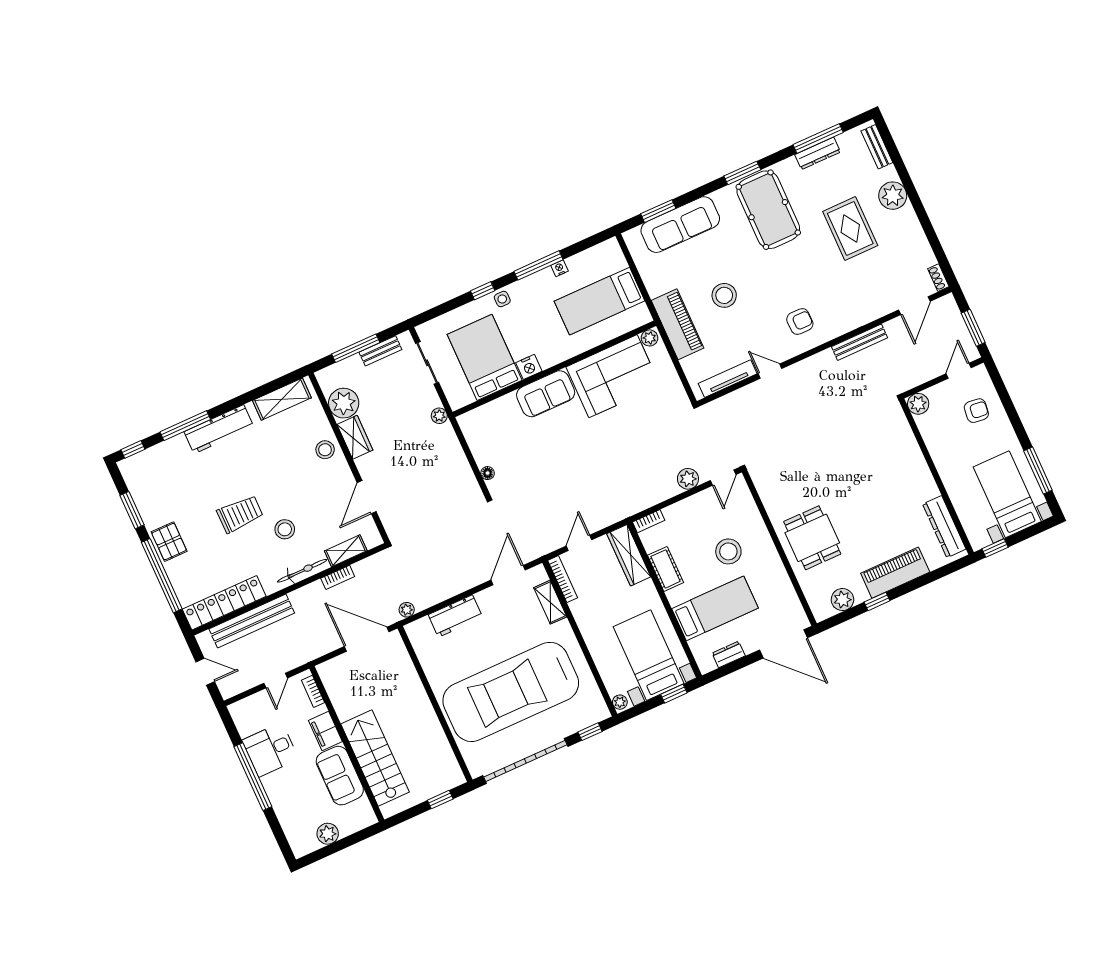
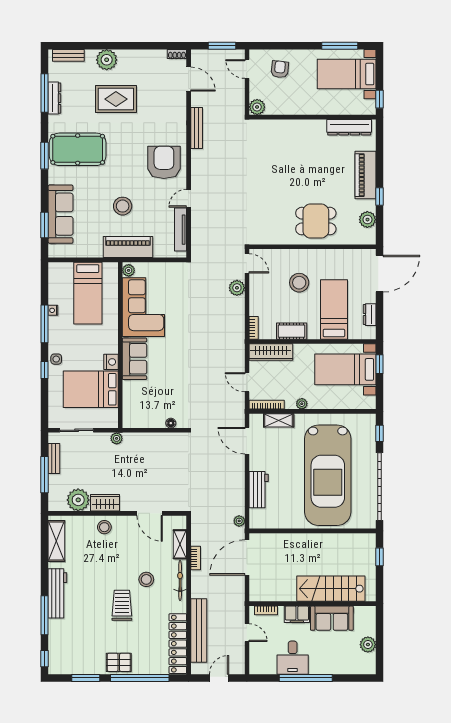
armchair: (800, 322) -> (164, 162), width x1.88, depth x1.88
plant: (620, 702) -> (302, 404), moved

